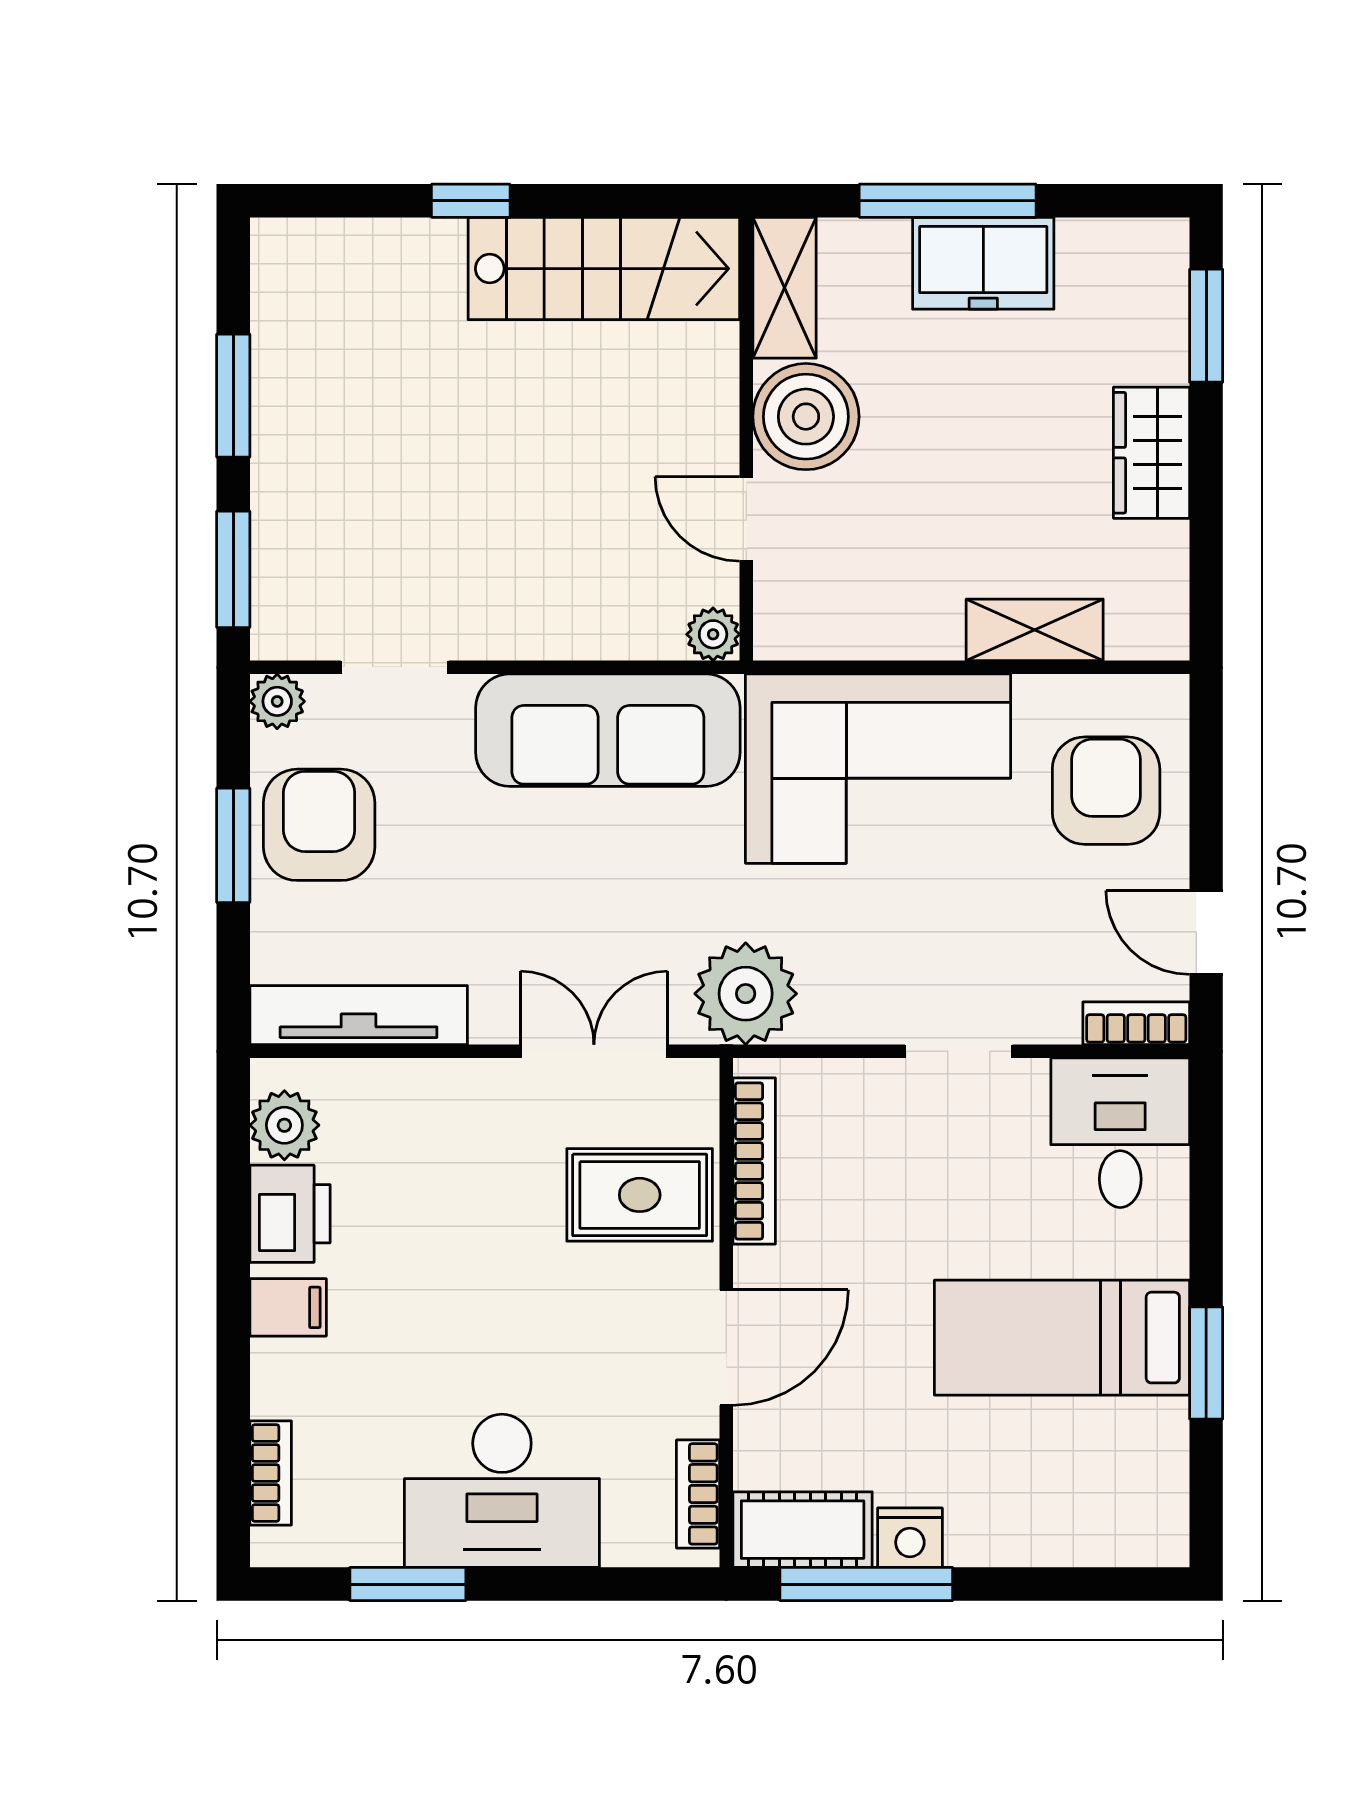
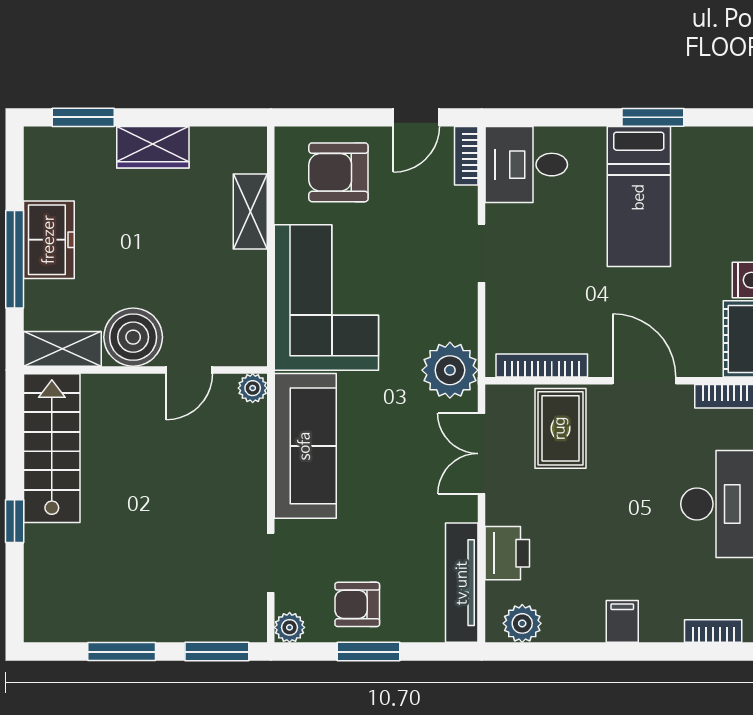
armchair: (319, 825) -> (357, 604), width x0.72, depth x0.72
printer: (290, 1214) -> (507, 553), moved, turned 90

